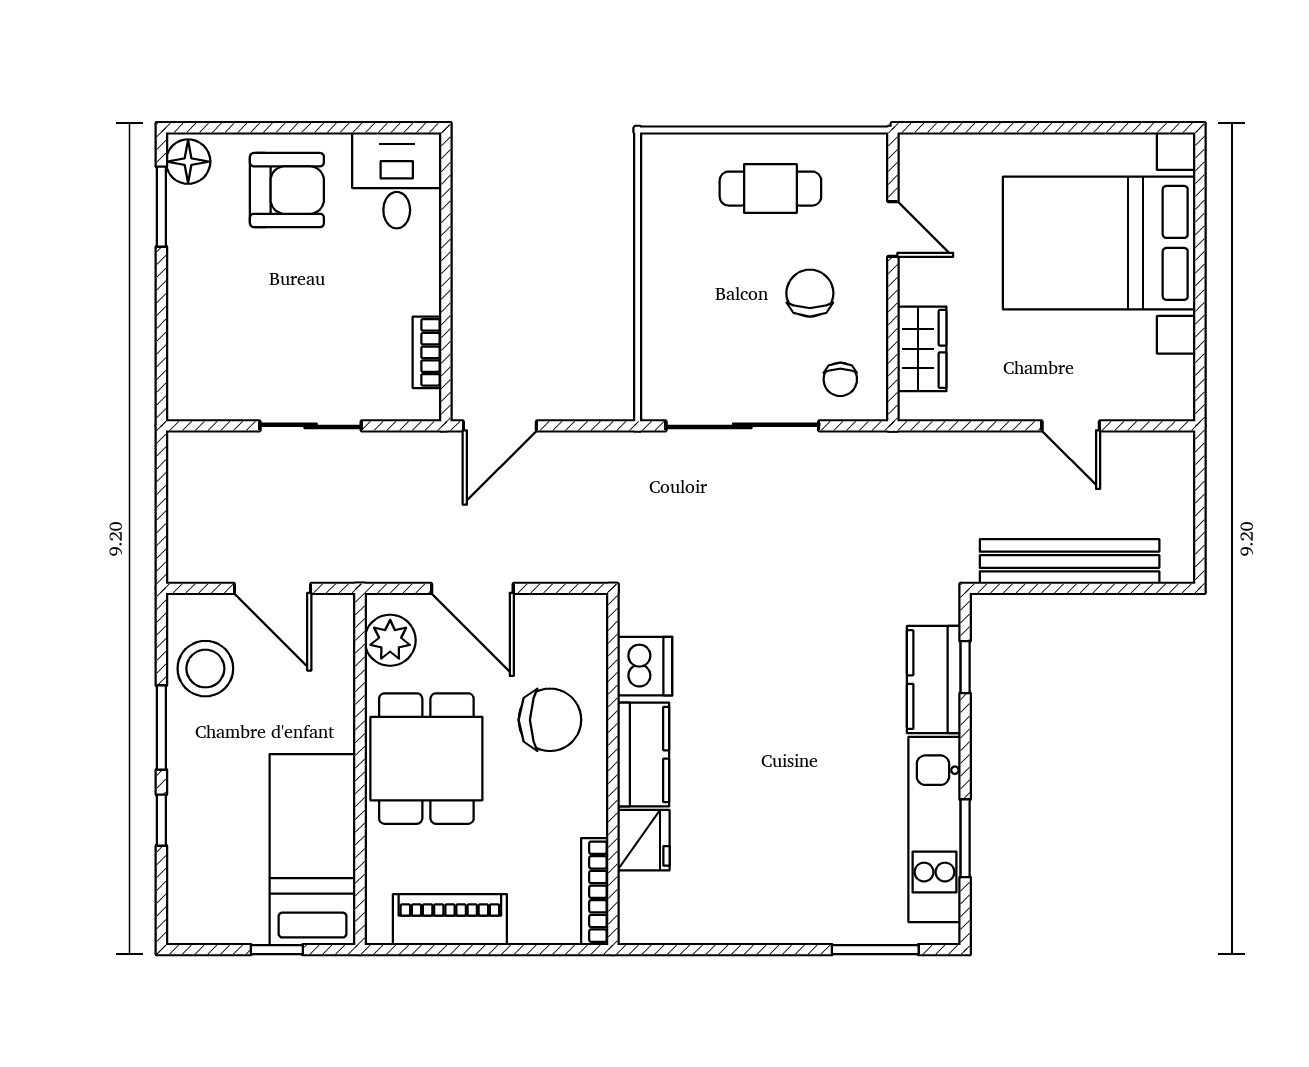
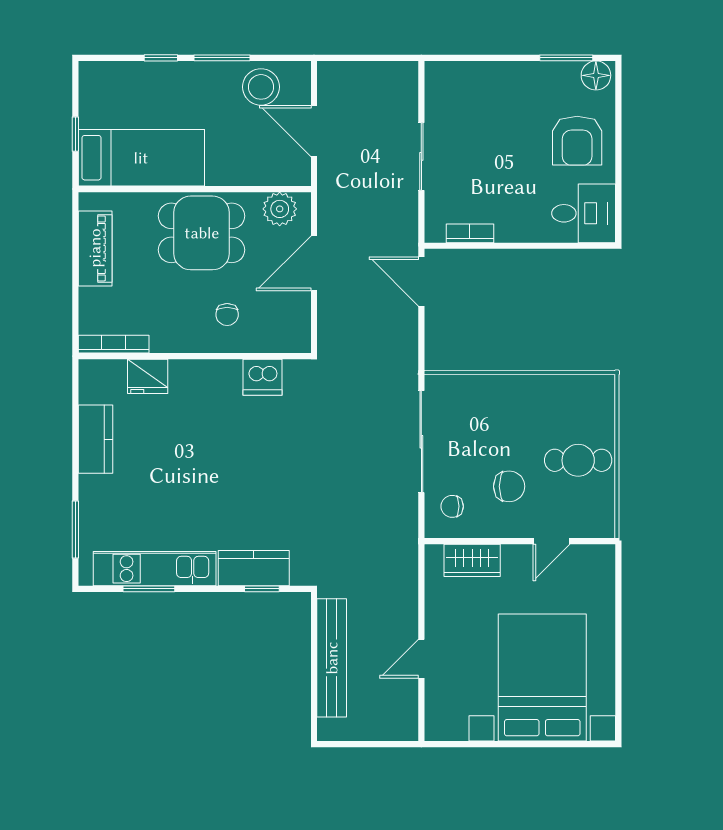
cafe table: (770, 189) -> (578, 460), turned 90
door: (272, 588) -> (314, 131), hinge flipped
chair: (550, 720) -> (227, 315), width x0.54, depth x0.54
kitchen counter: (643, 754) -> (95, 439), moved, turned -90

